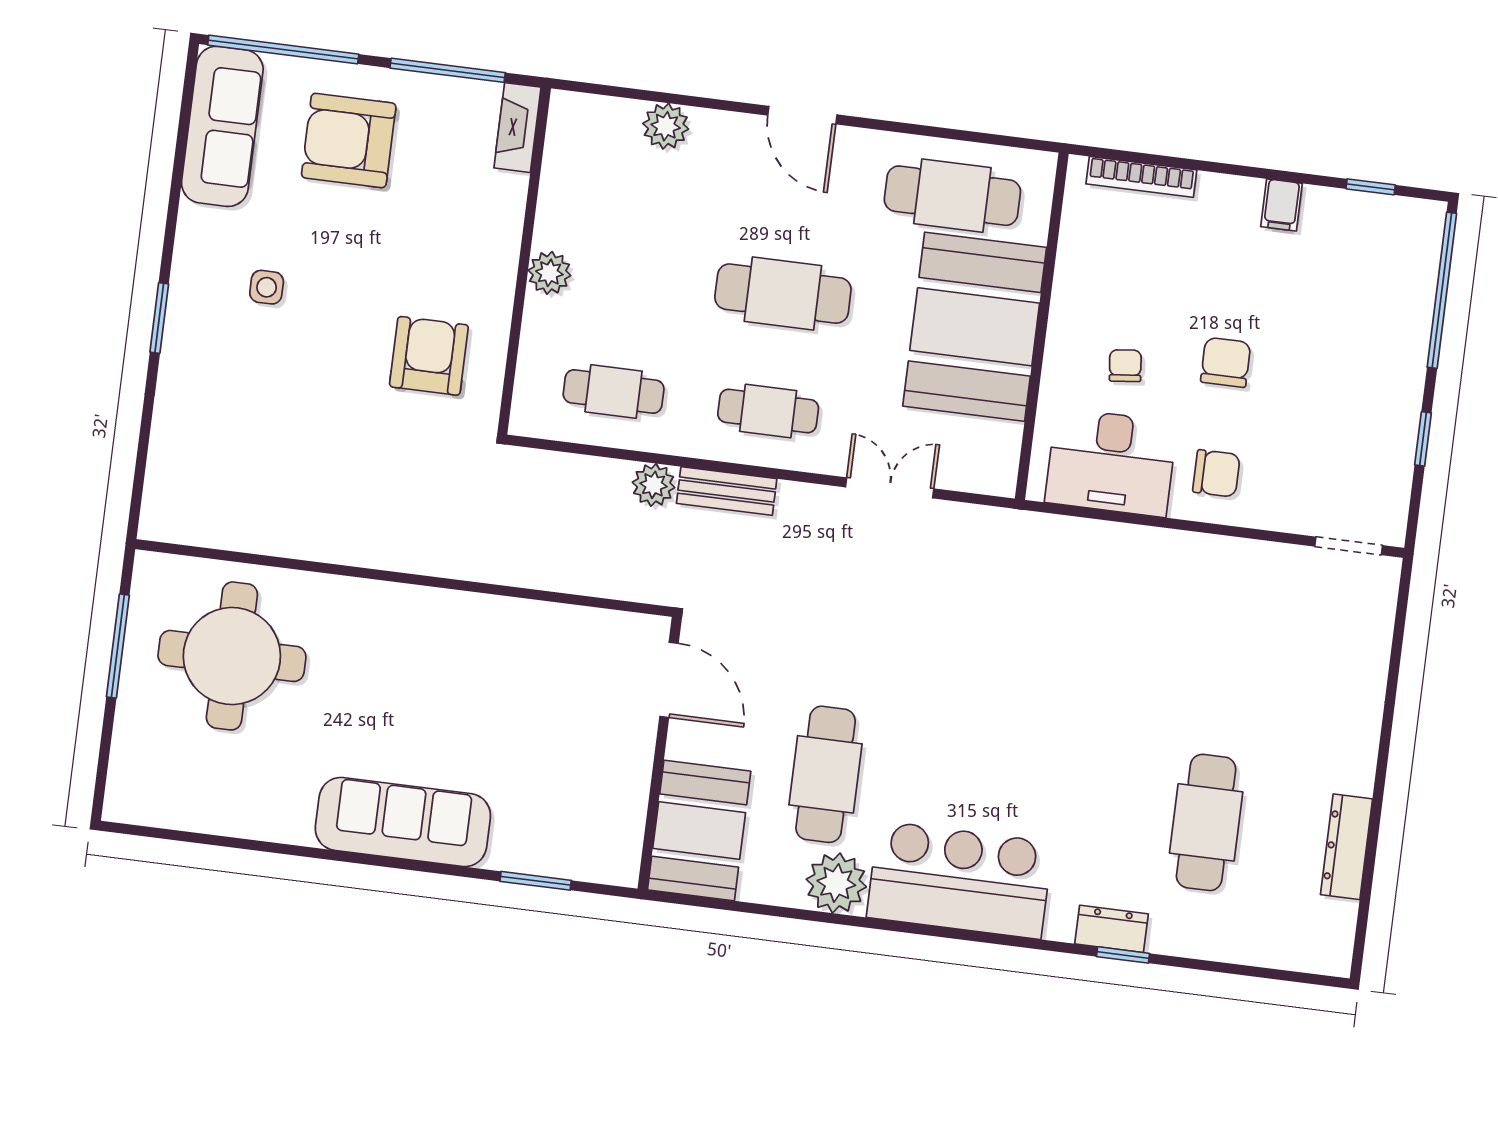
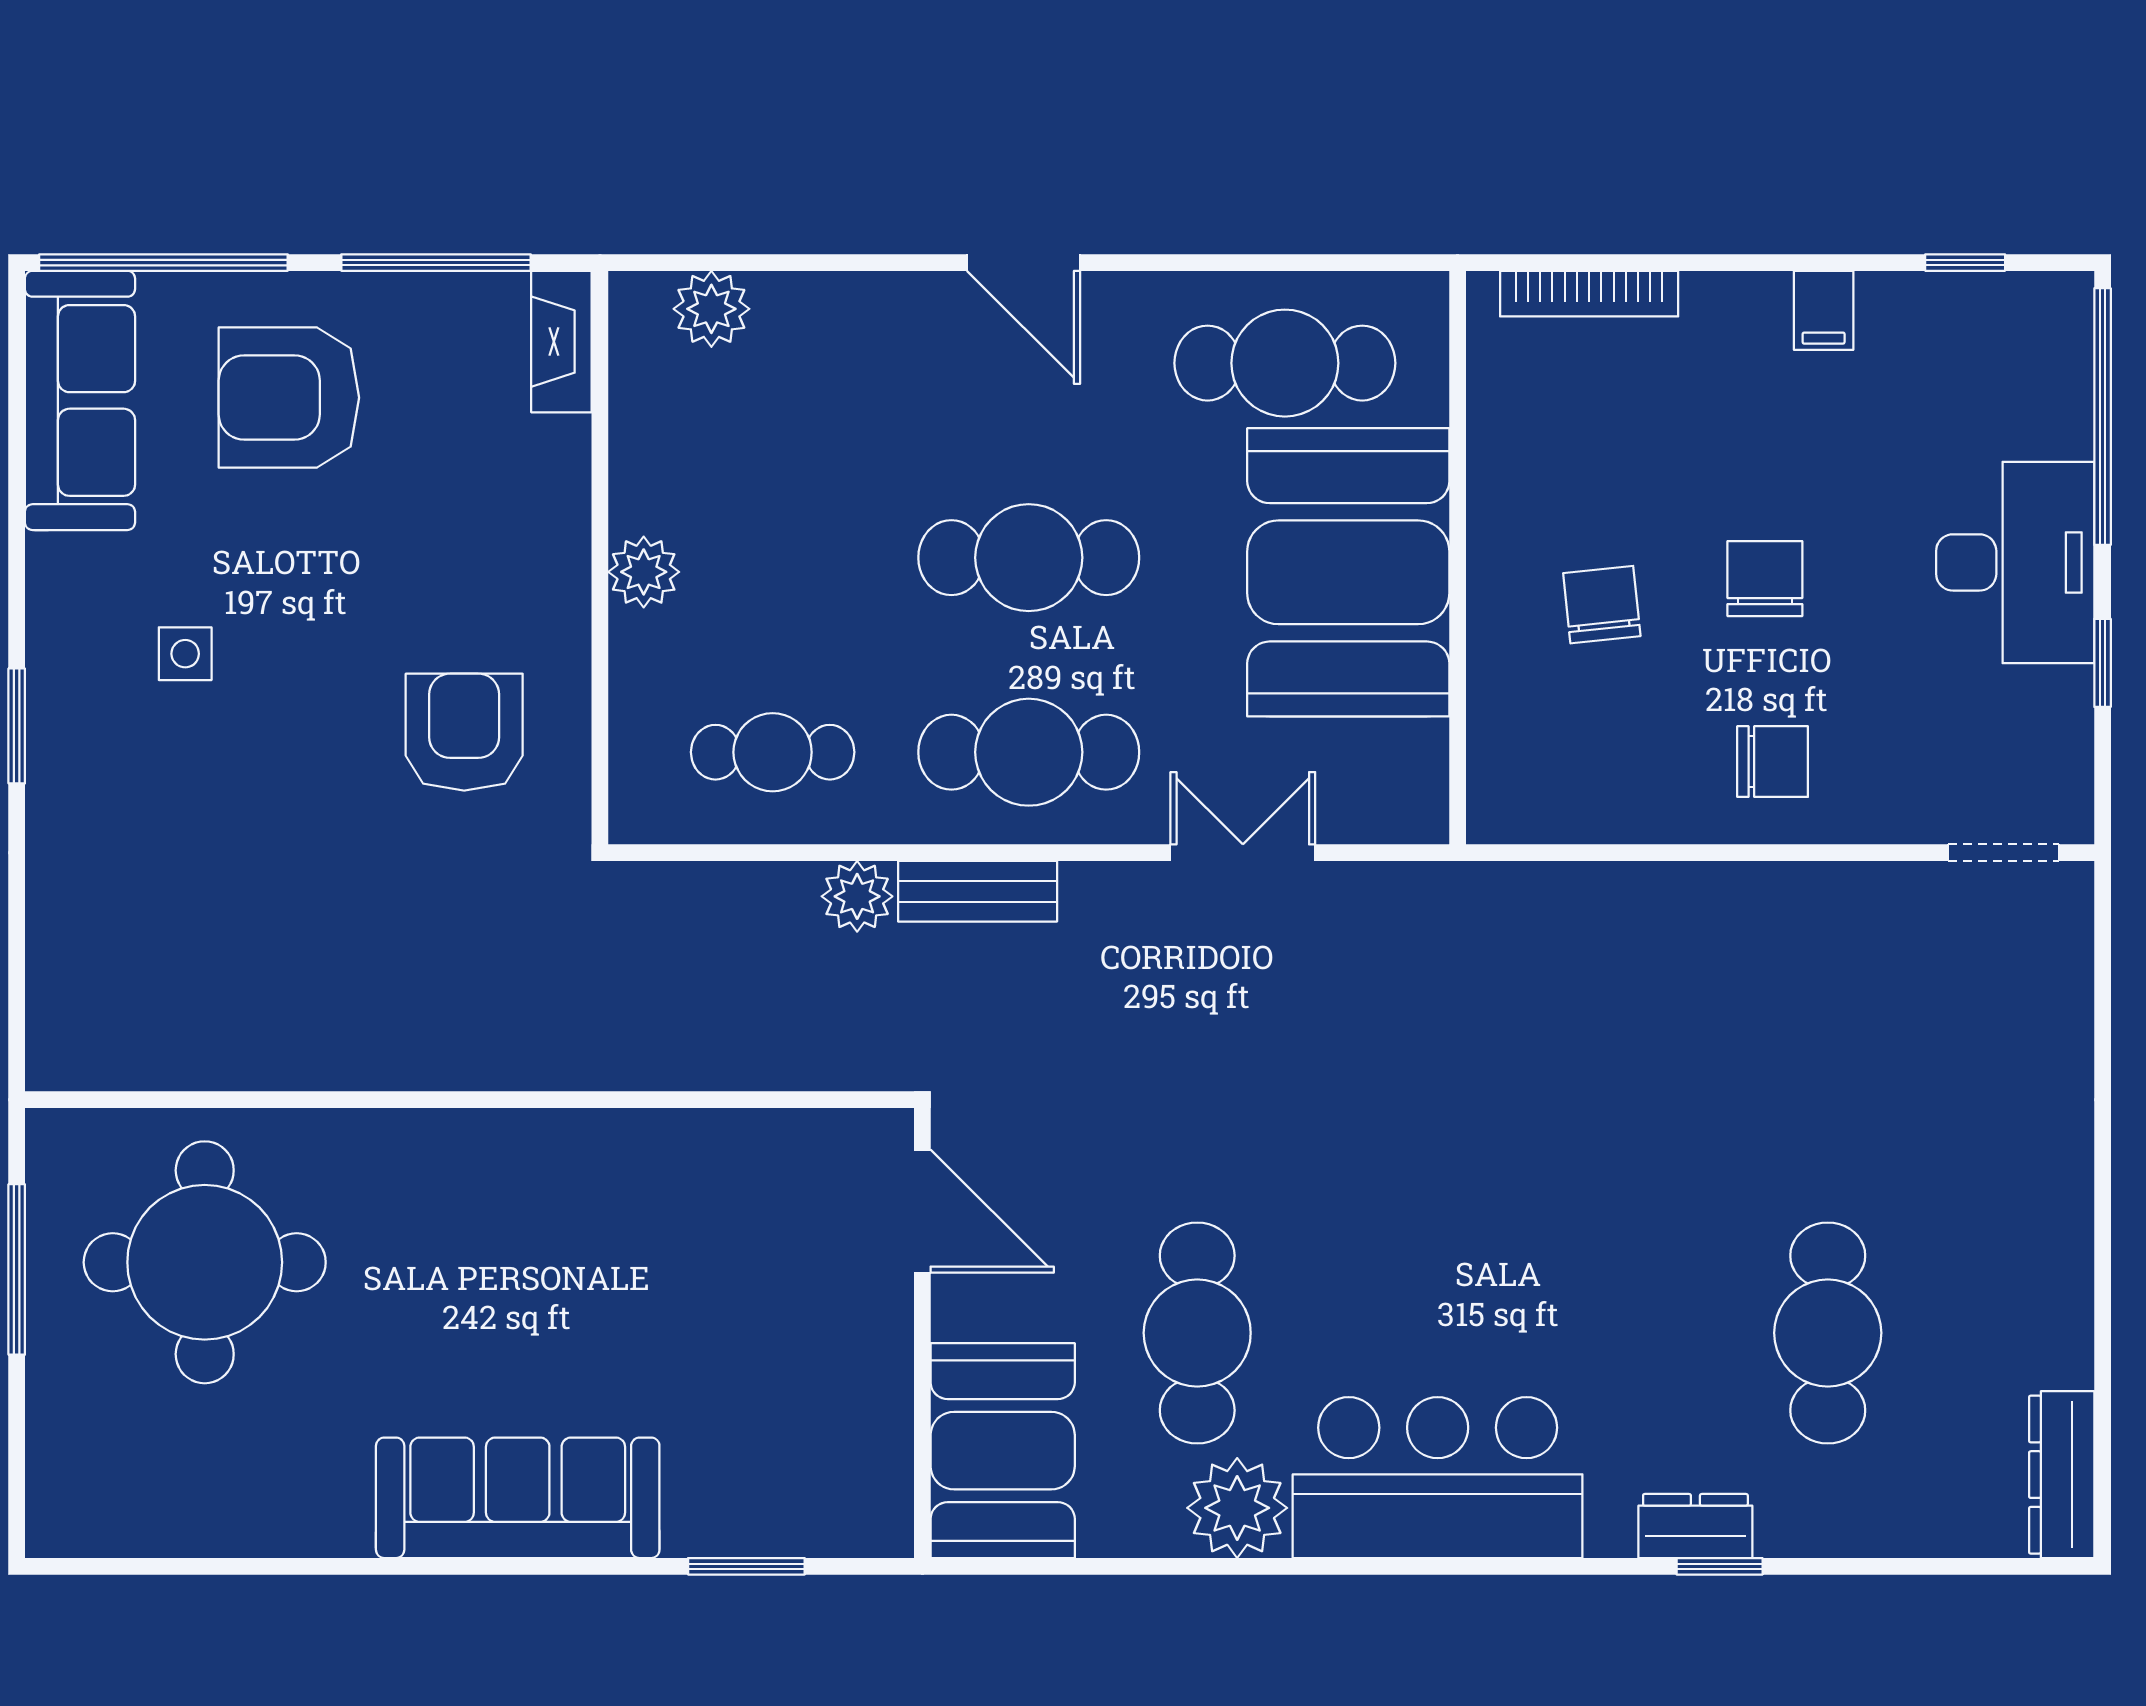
plant: (666, 126) -> (711, 309), moved
chair: (1125, 366) -> (1602, 605), width x1.37, depth x1.37
cafe table: (768, 411) -> (1029, 752), width x1.37, depth x1.35
desk: (1111, 462) -> (2015, 562), moved, turned -90
dresser: (1346, 847) -> (2062, 1475), moved

